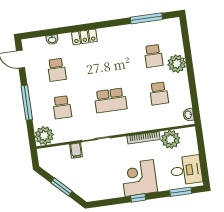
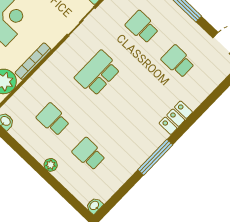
window: (146, 18) -> (155, 157), moved
washbasin: (52, 40) -> (94, 206), moved
plant: (177, 64) -> (51, 165), width x0.53, depth x0.53

